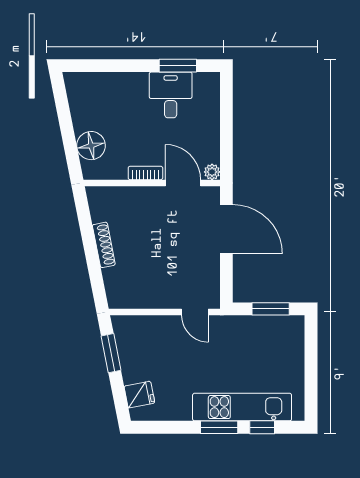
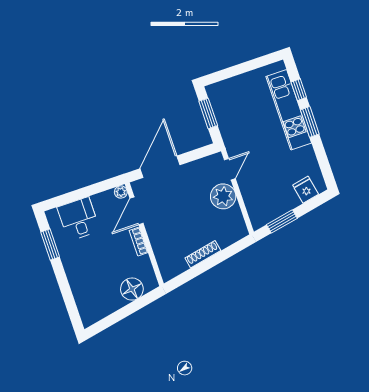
desk: (171, 95) -> (79, 219), moved, turned 90
plant: (165, 293) -> (223, 196), added

